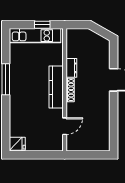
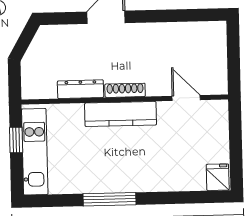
dresser: (71, 68) -> (81, 89), width x1.44

